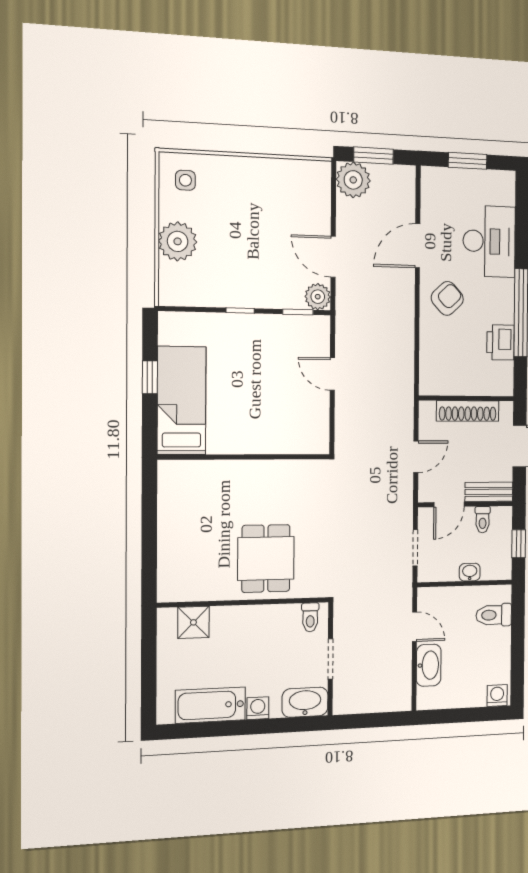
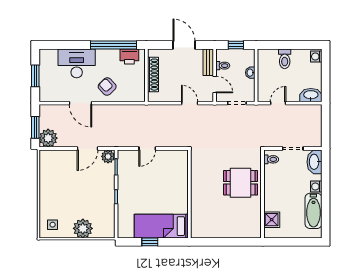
wall: (466, 398) -> (146, 75), moved
shoe rack: (468, 411) -> (153, 75), moved
toilet: (494, 615) -> (285, 59), moved
washbasin: (429, 665) -> (311, 95), moved

